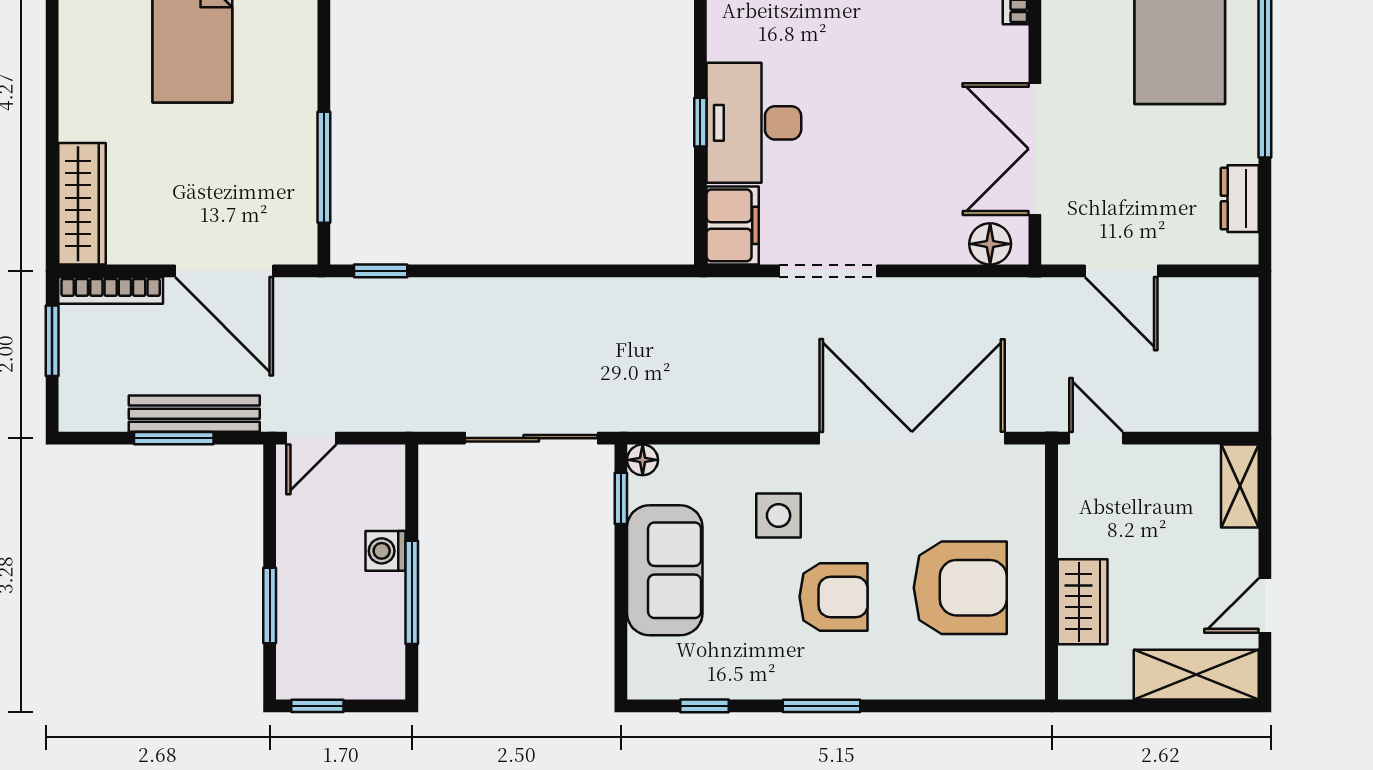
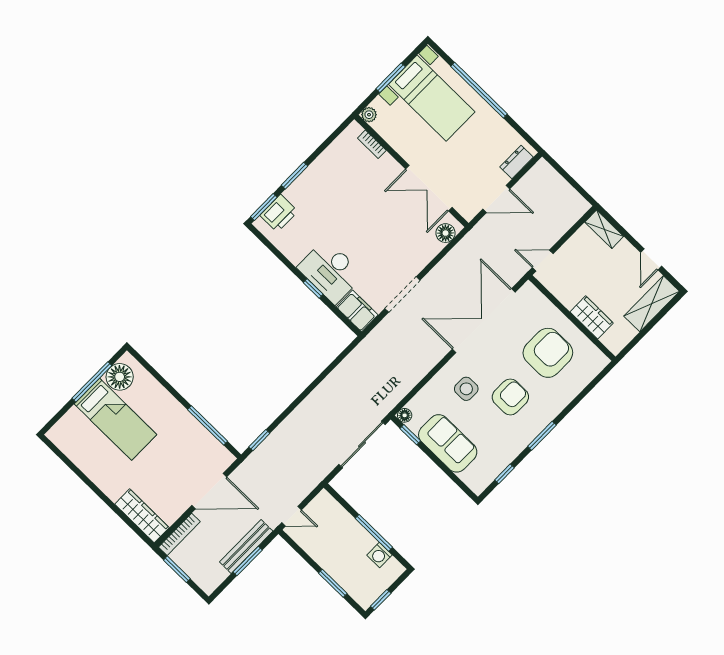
dresser: (1240, 199) -> (517, 162), moved, turned 90
door: (311, 438) -> (292, 516), hinge flipped
washing machine: (386, 551) -> (380, 555), moved

